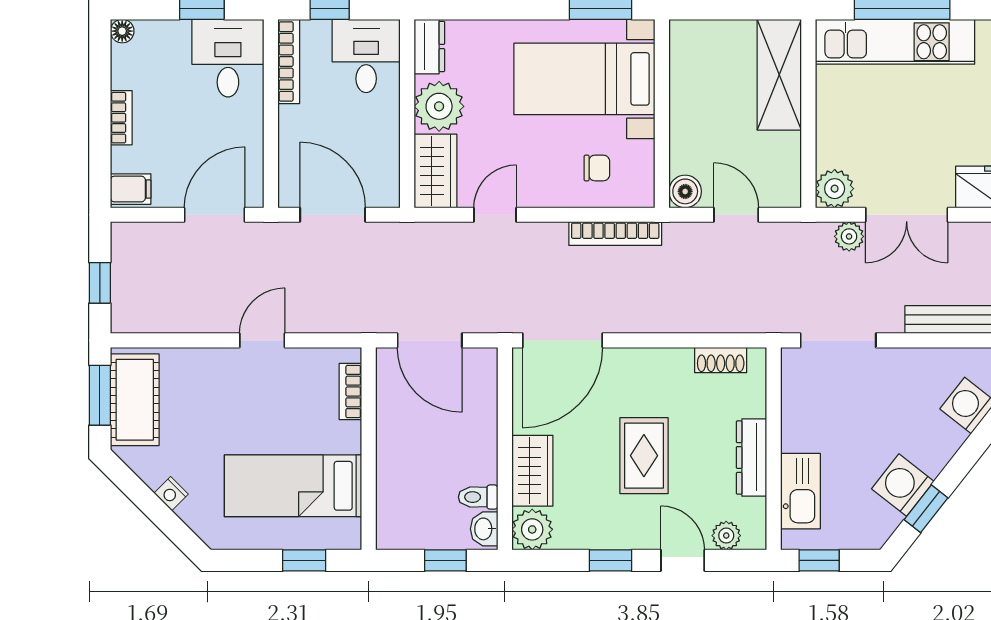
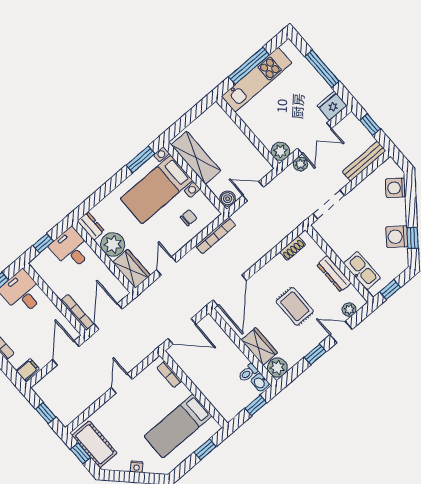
bookcase: (289, 61) -> (77, 312), moved
shelving: (779, 75) -> (196, 158), moved
door: (333, 215) -> (108, 316), hinge flipped
window: (100, 395) -> (80, 453), width x0.67

